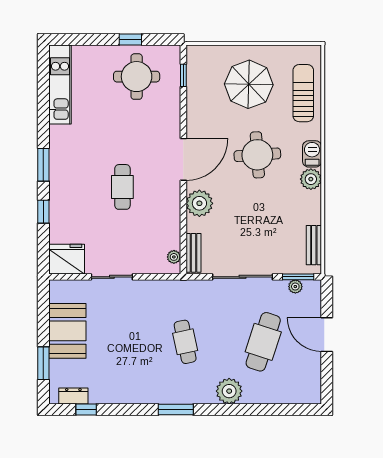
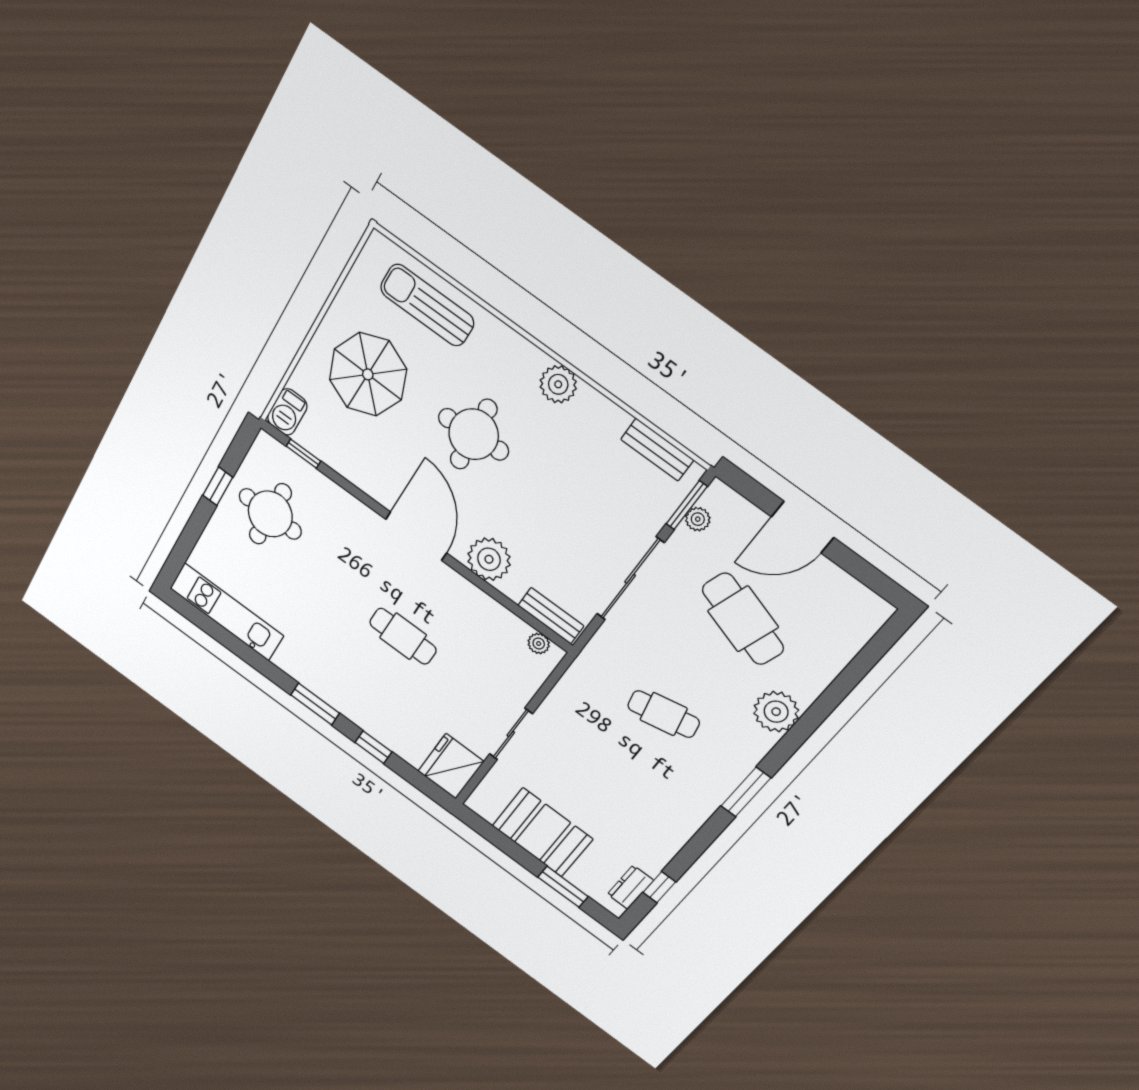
barbecue: (312, 154) -> (287, 412), moved, turned -90

